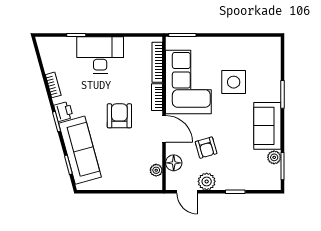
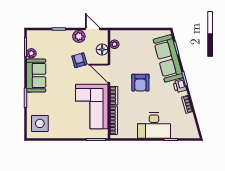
side table: (234, 82) -> (40, 123), moved

